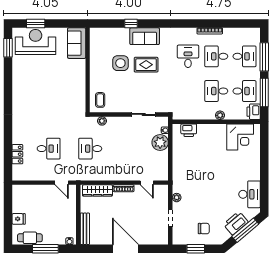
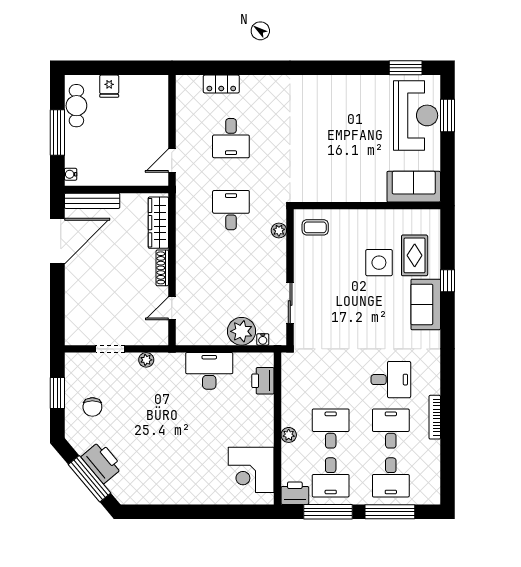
rug: (146, 65) -> (415, 255), moved
desk: (250, 194) -> (209, 371), moved, turned 180
door: (125, 249) -> (57, 241), moved

